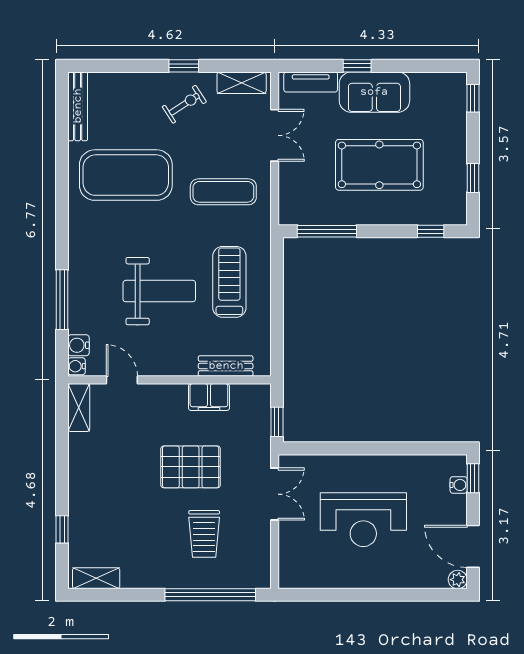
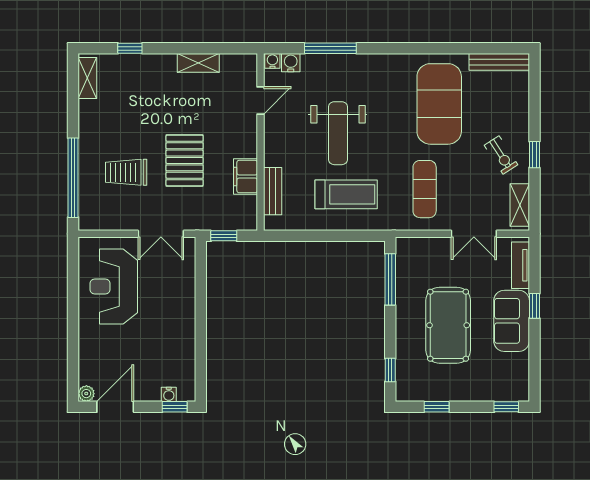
shelving: (79, 408) -> (198, 63), moved
reception desk: (363, 520) -> (114, 287), moved

